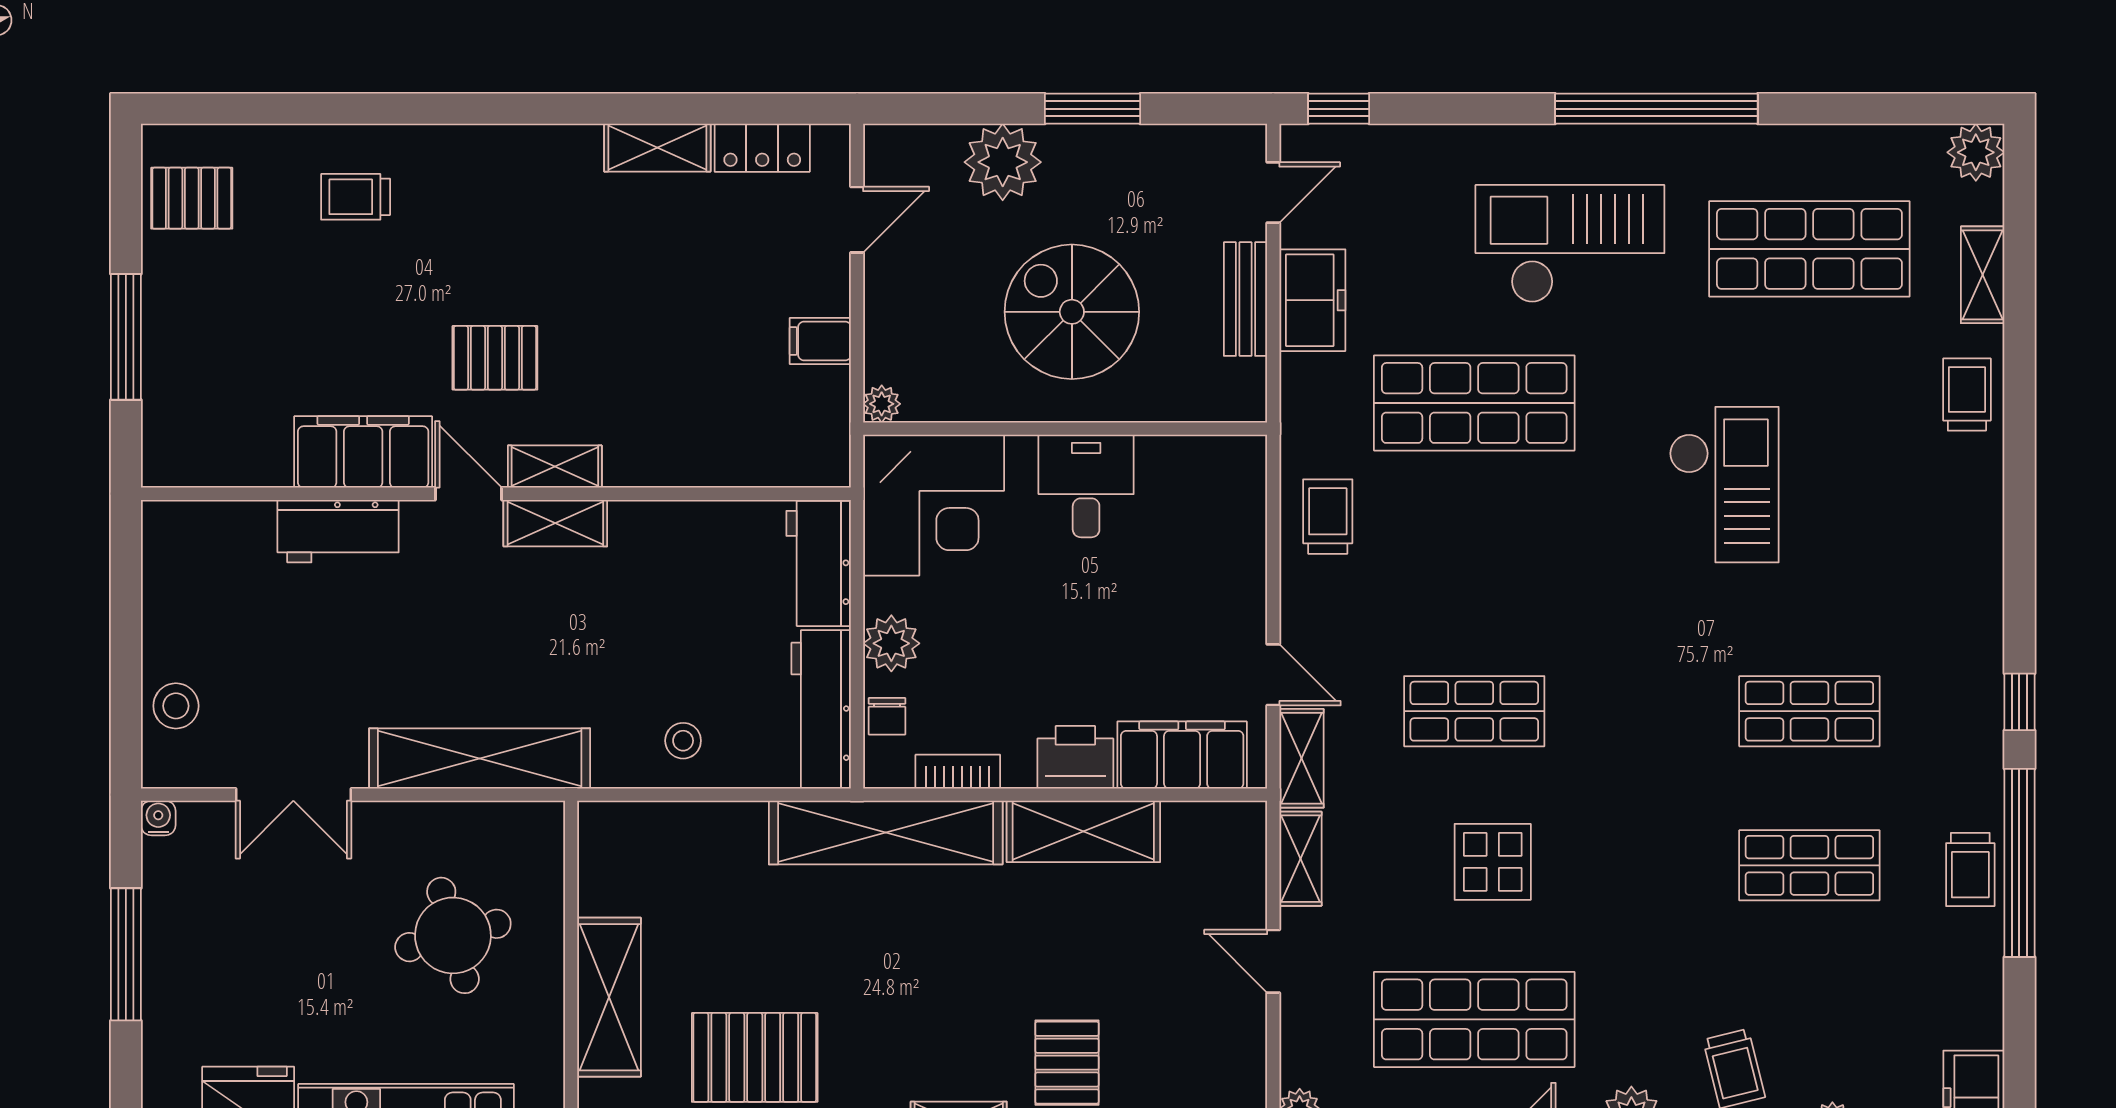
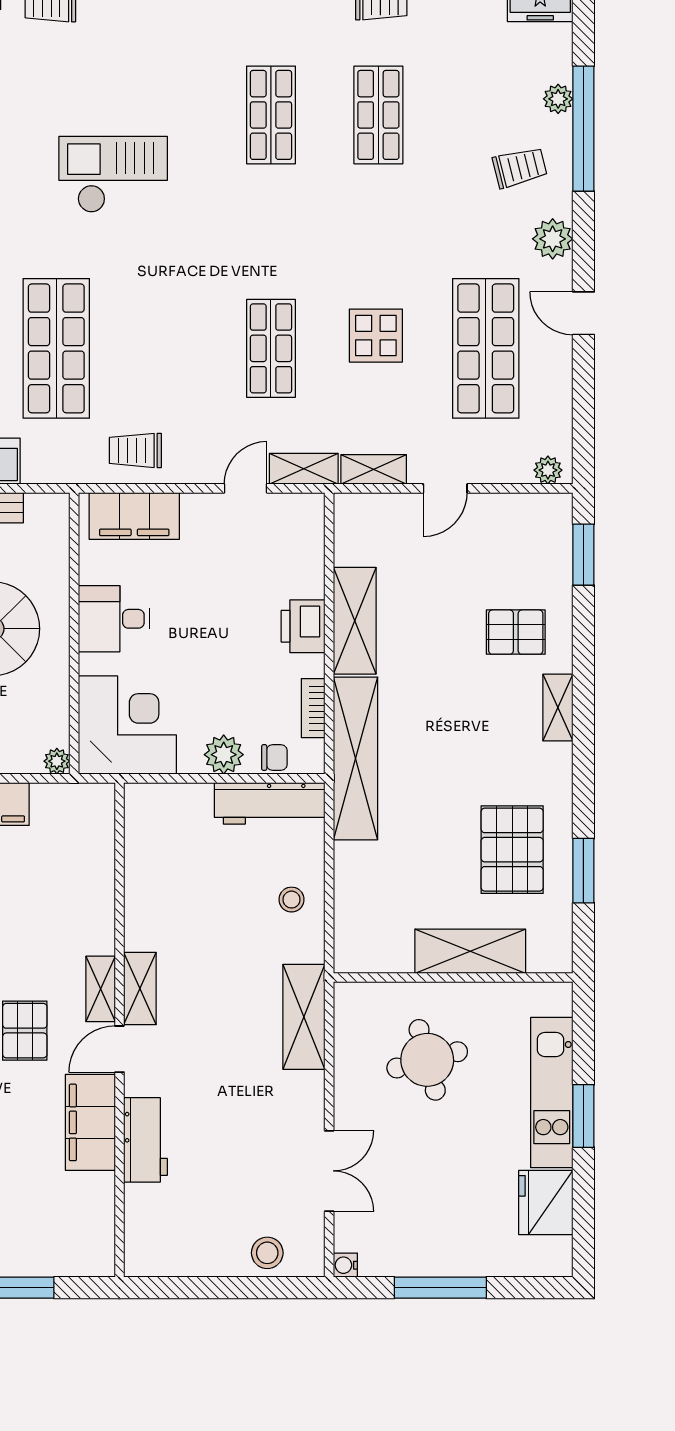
workbench: (819, 563) -> (168, 805), removed
filing cabinet: (1182, 755) -> (134, 516), moved, turned -90
shelving: (480, 758) -> (304, 1017), width x0.68

